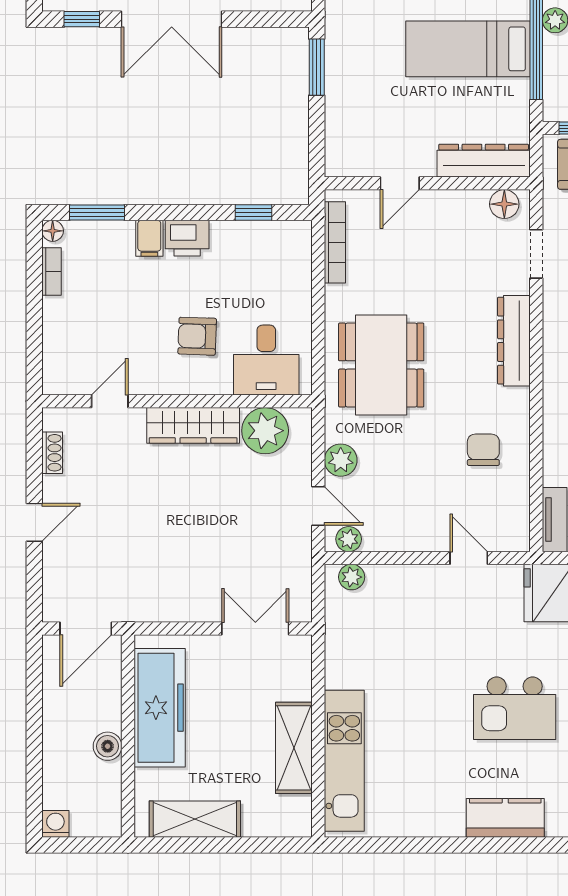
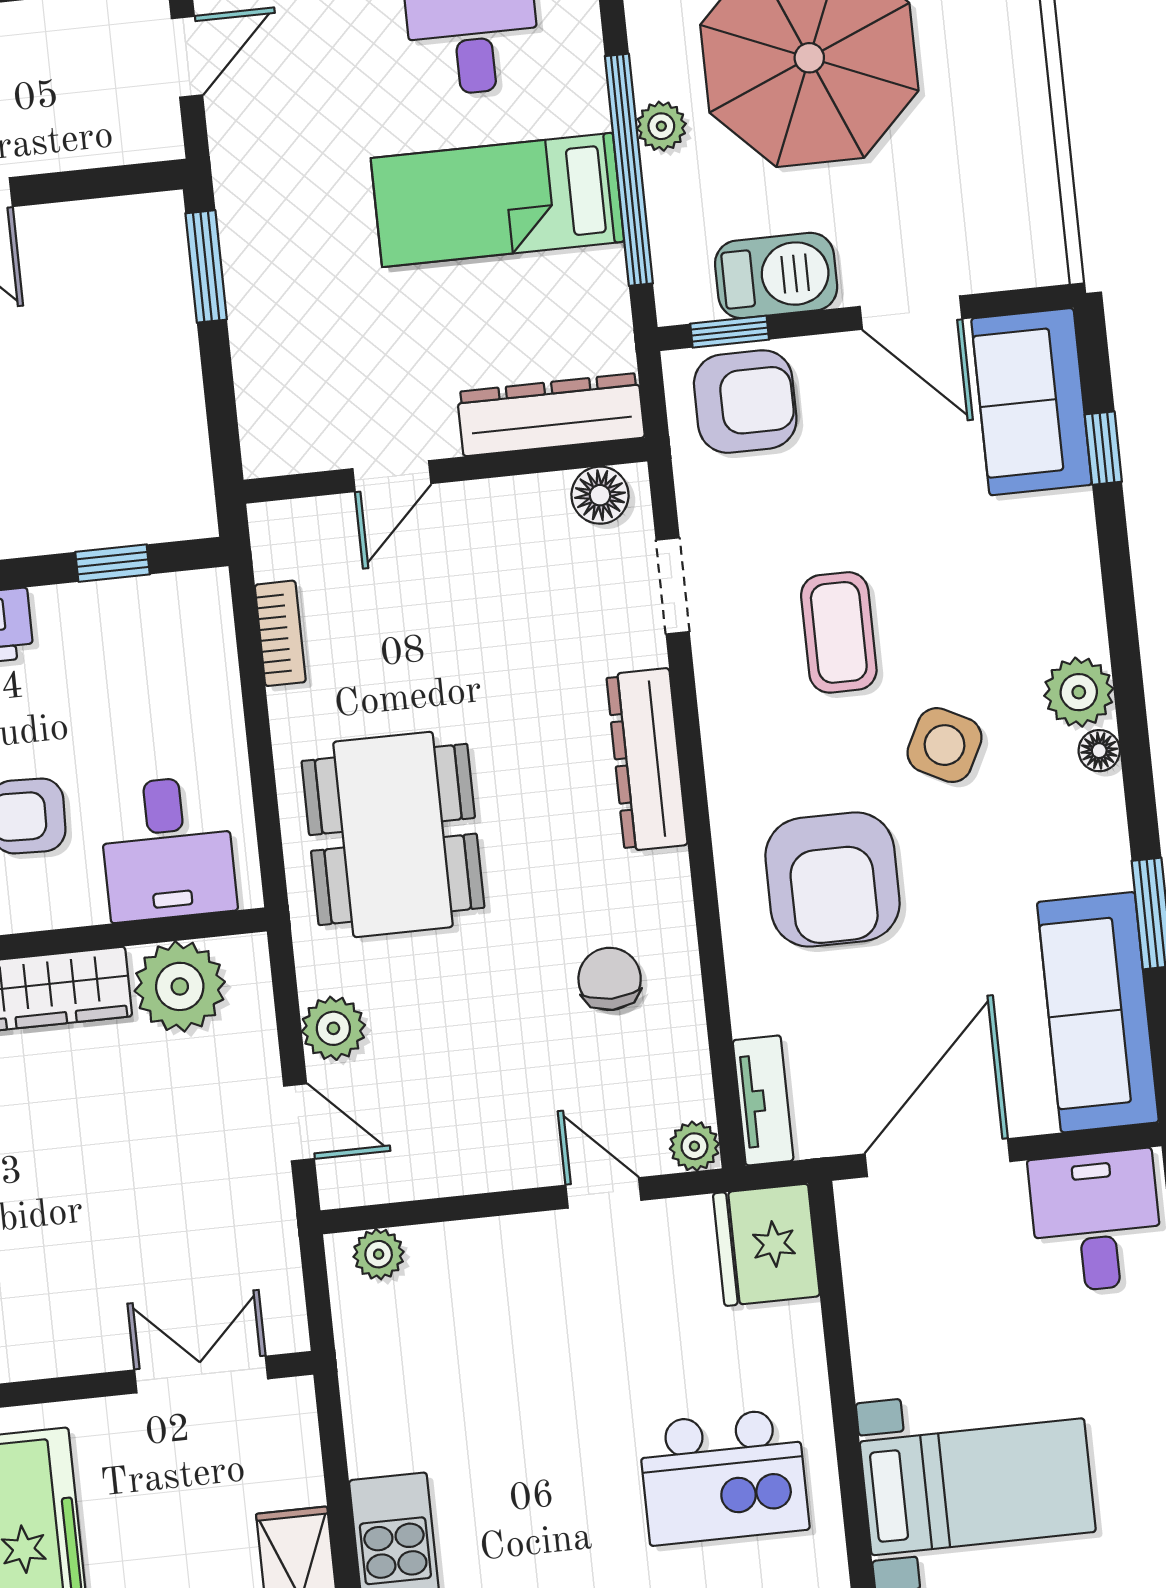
bookcase: (335, 242) -> (280, 633), width x0.64
plant: (349, 539) -> (694, 1146), moved

